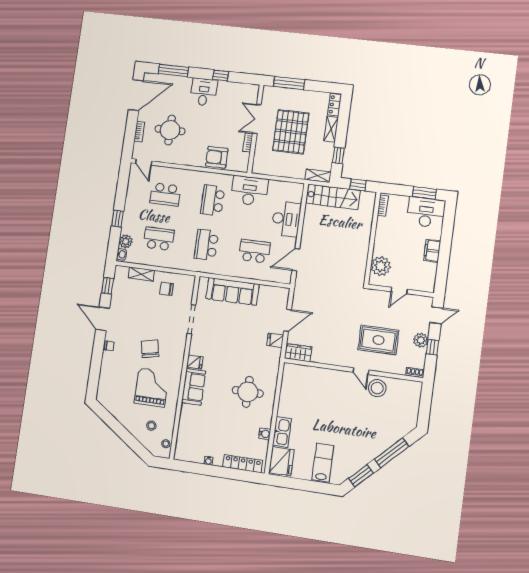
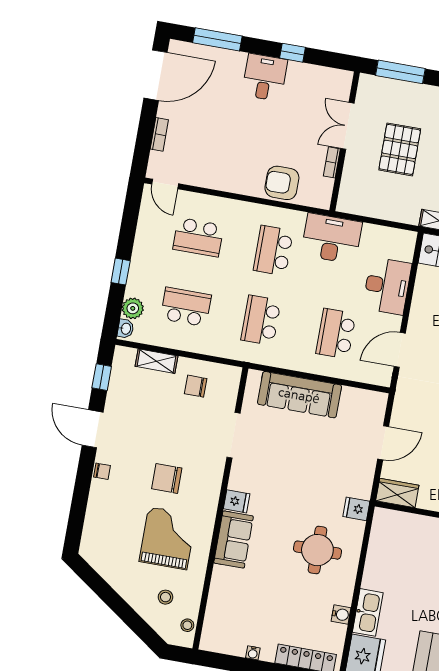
round table: (170, 130) -> (209, 135), removed
pallet: (291, 132) -> (400, 149), width x0.73, depth x0.71
school desk: (254, 251) -> (336, 334), turned -90
fridge: (275, 340) -> (356, 509), moved
chair: (150, 349) -> (167, 478), turned -78

